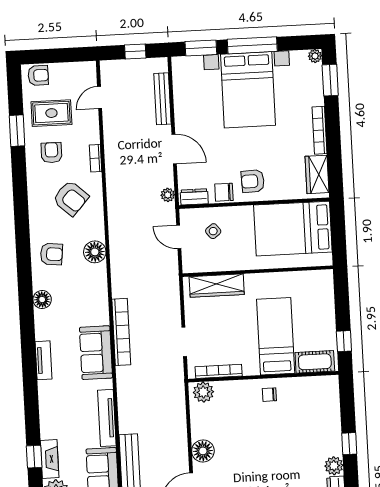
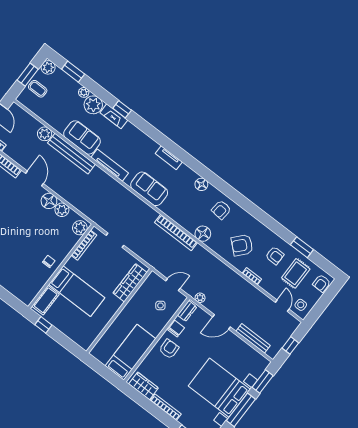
side table: (81, 78) -> (301, 305), added
bed: (293, 229) -> (131, 352), width x0.67
bookcase: (121, 332) -> (176, 233), moved
plant: (200, 429) -> (62, 210), added

